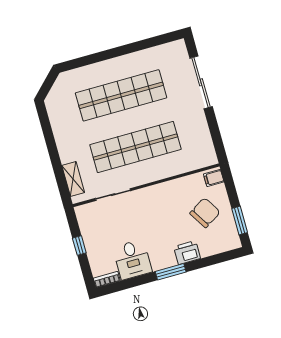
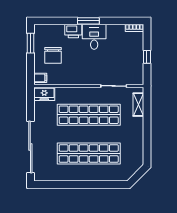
sliding door: (201, 82) -> (30, 147), width x1.36
freezer: (202, 158) -> (44, 94), added
chair: (205, 213) -> (53, 55), turned -58
desk: (132, 260) -> (94, 37), moved

